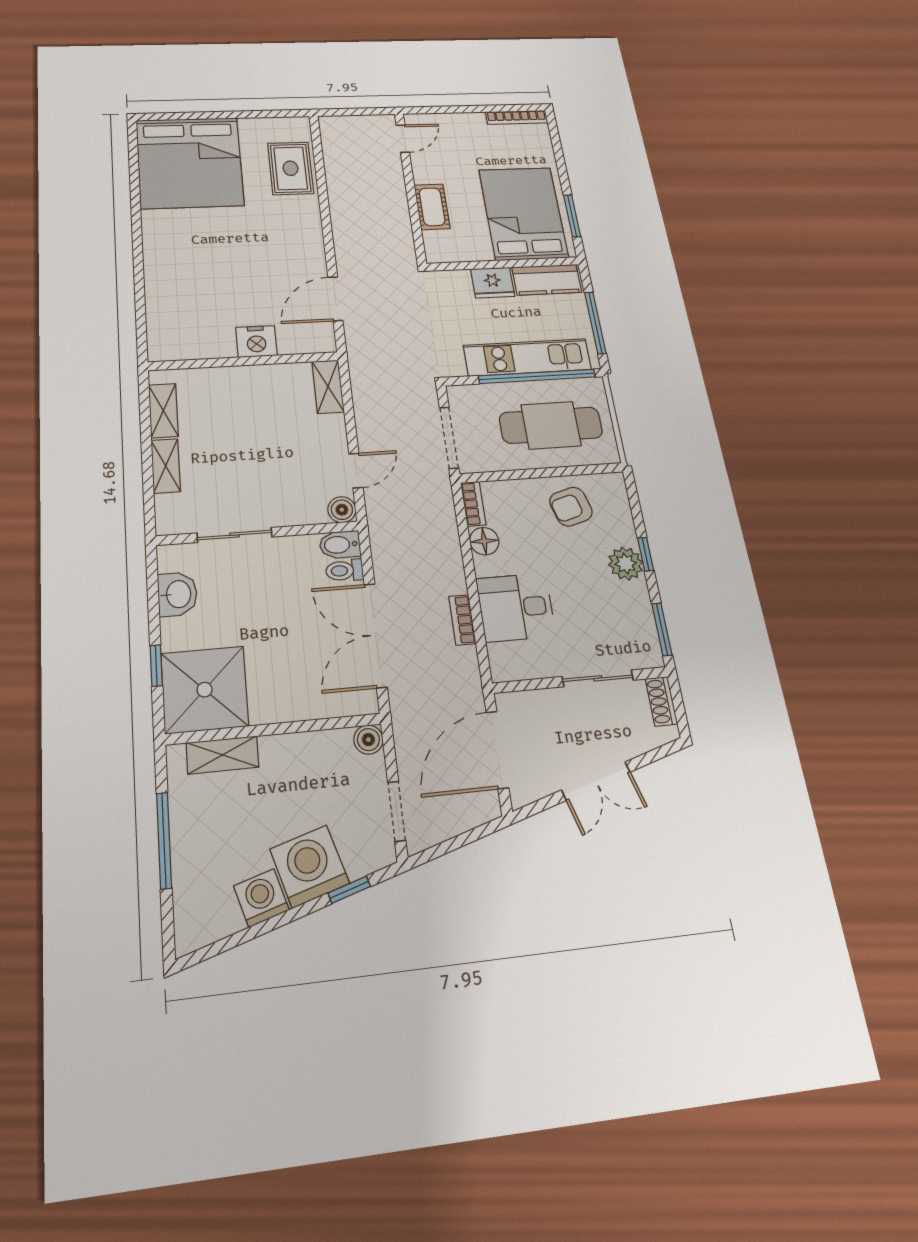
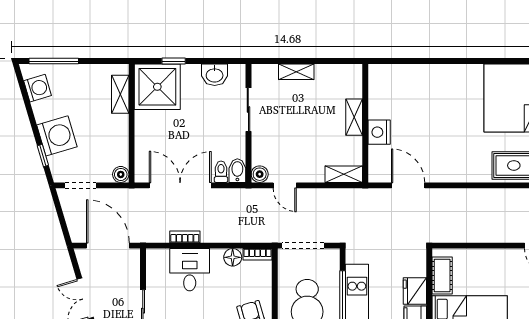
cot: (432, 207) -> (442, 276), moved, turned 90
shelving: (163, 411) -> (354, 117), moved, turned 90
window: (164, 840) -> (54, 61), moved
washing machine: (261, 898) -> (38, 88), moved

